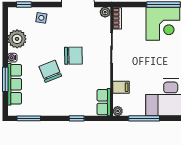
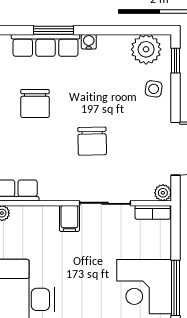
plant: (17, 39) -> (146, 49), moved
chair: (50, 71) -> (35, 103), moved, turned 112
filing cabinet: (121, 87) -> (69, 219), moved

